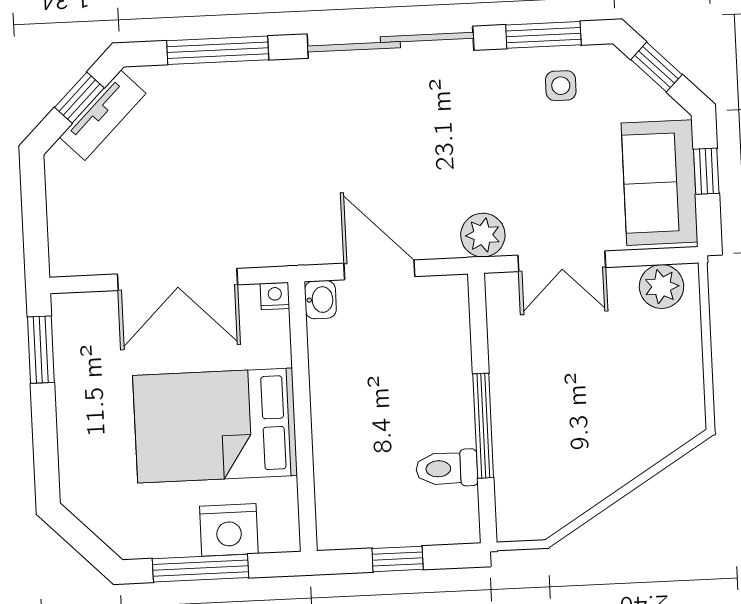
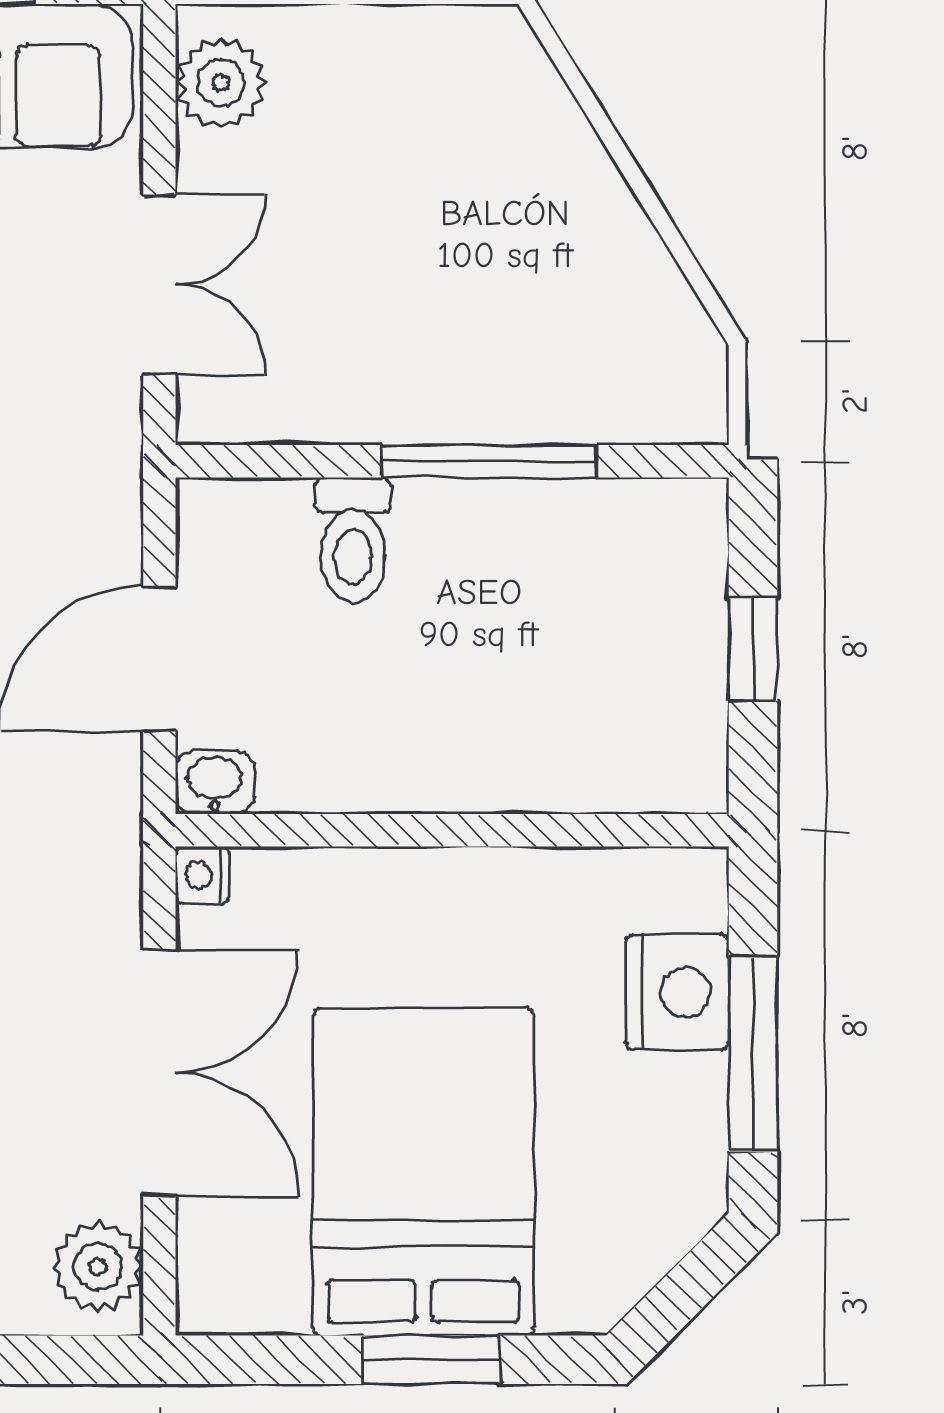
plant: (483, 235) -> (98, 1266), moved
window: (41, 350) -> (431, 1360), moved
bed: (215, 425) -> (423, 1172), moved, turned 180
toilet: (447, 468) -> (353, 540), moved

